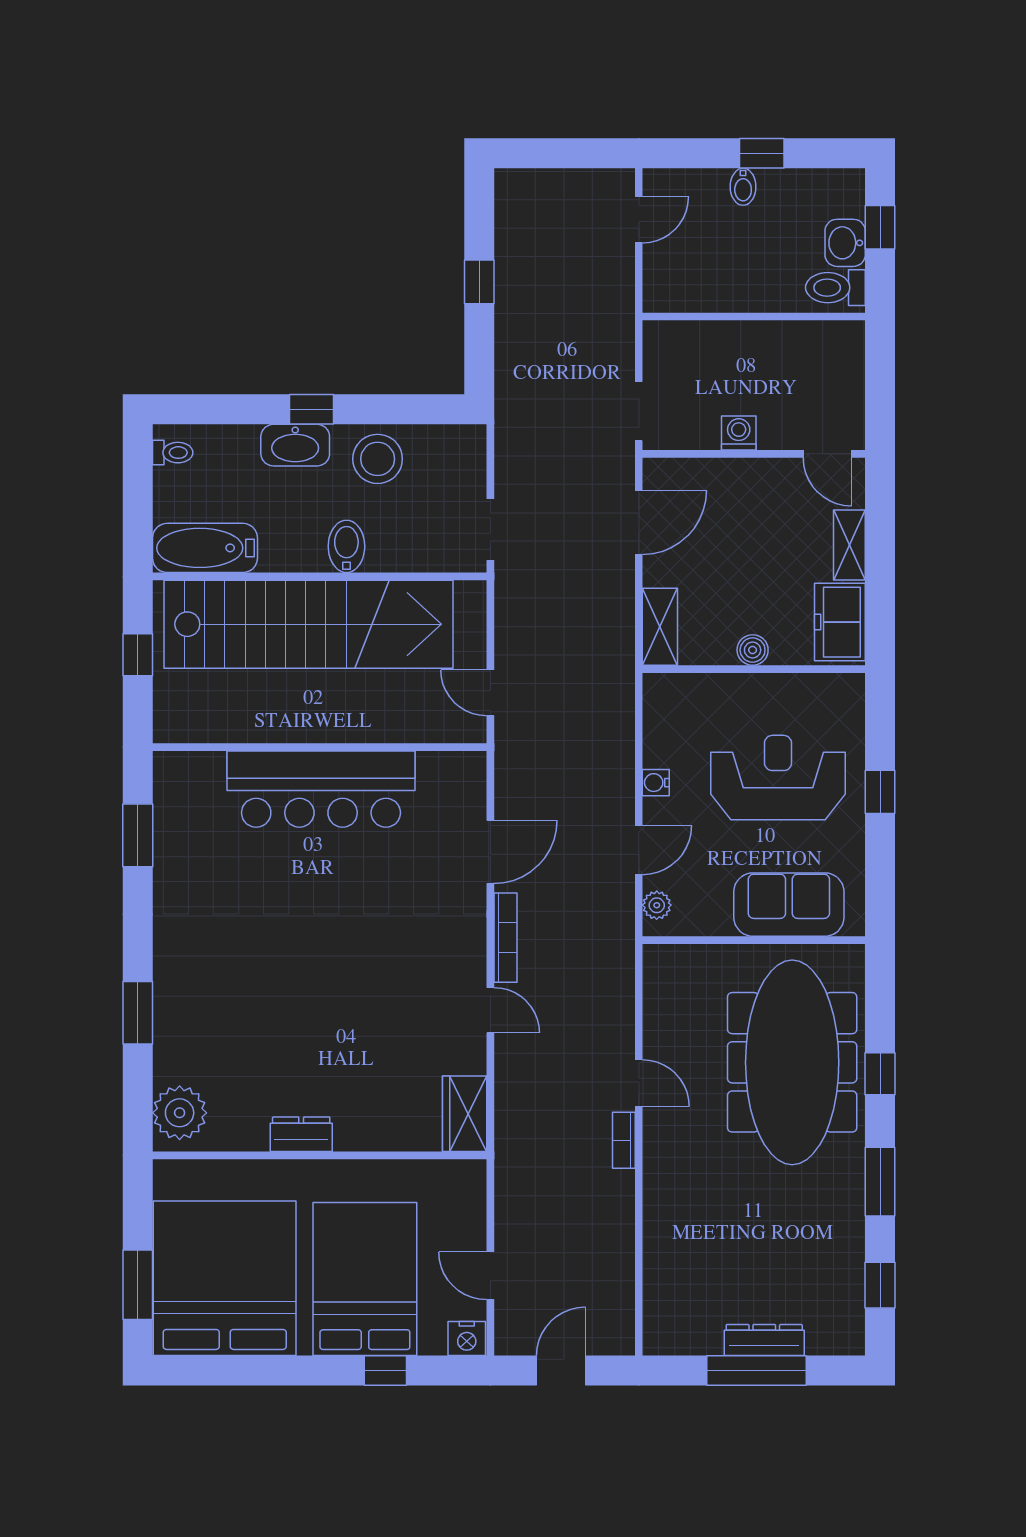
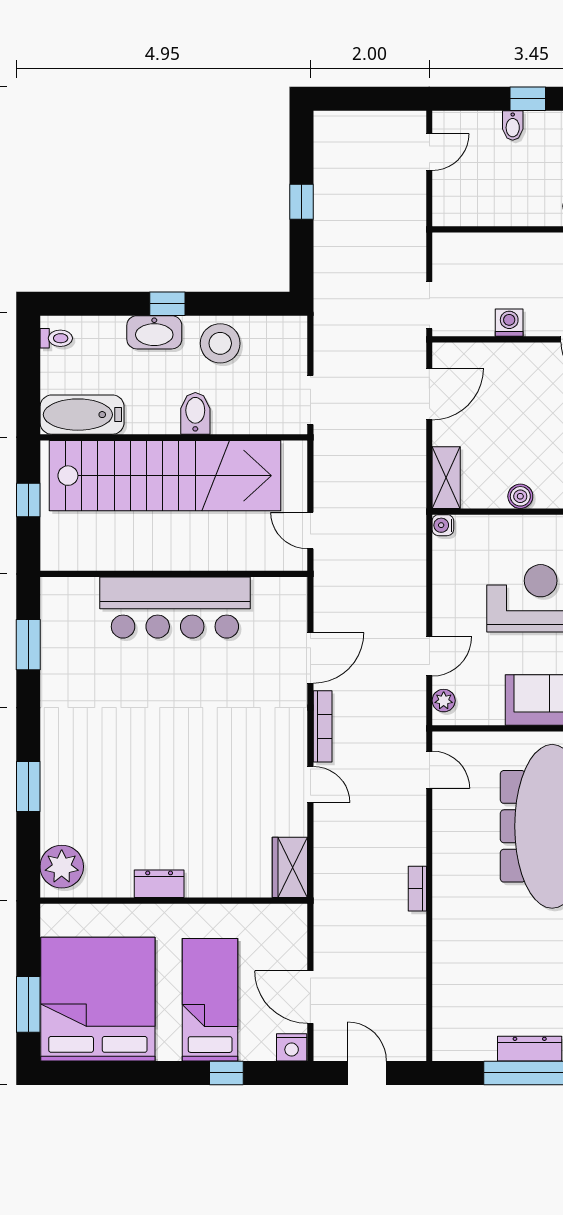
water cooler: (656, 783) -> (443, 525), moved
door: (639, 1083) -> (429, 770), moved
door: (490, 1276) -> (310, 997), width x1.38
bed: (365, 1279) -> (210, 1000), width x0.67
door: (561, 1371) -> (367, 1073), hinge flipped

